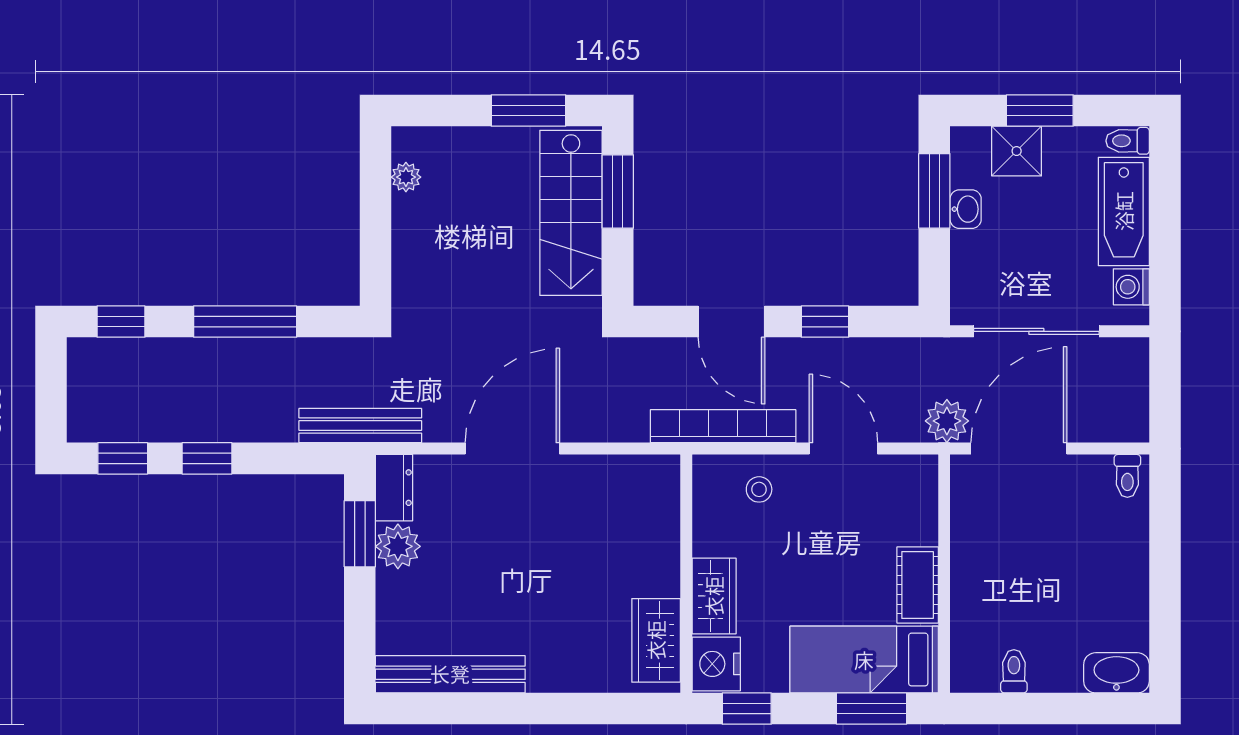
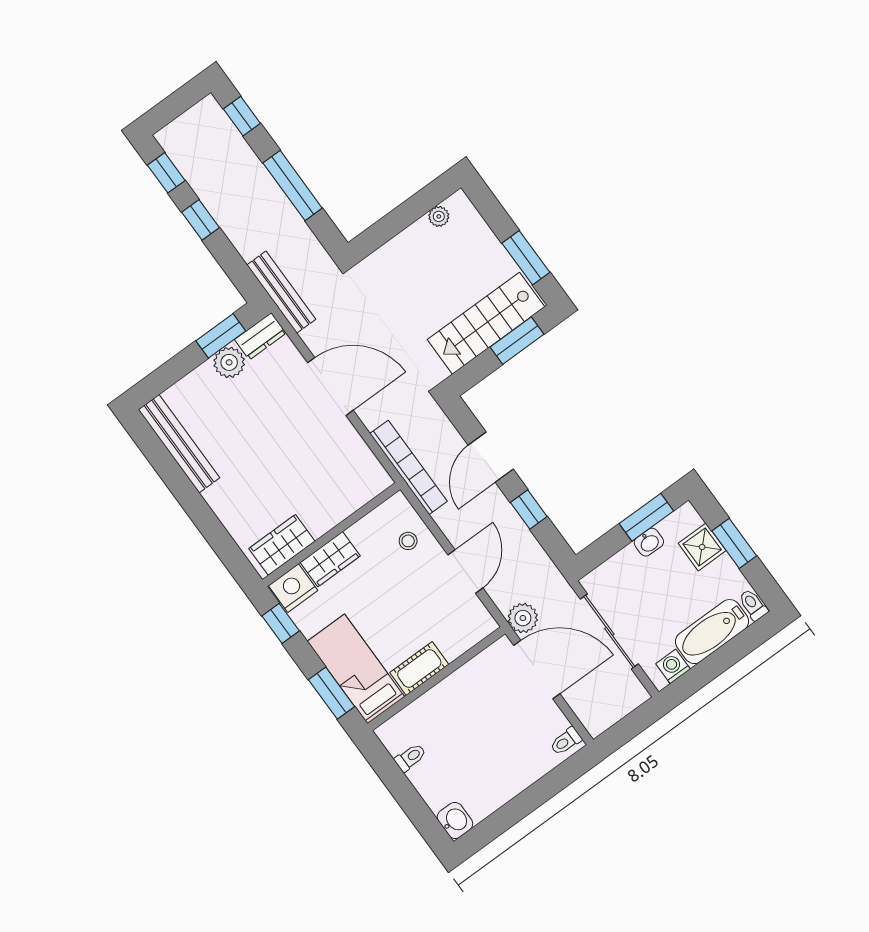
bookcase: (723, 426) -> (409, 467), moved
washbasin: (1116, 673) -> (455, 820), width x0.72

